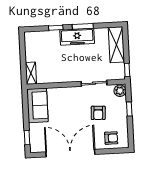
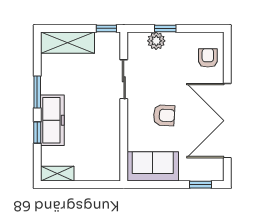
freezer: (77, 37) -> (52, 120), moved
shelving: (31, 73) -> (57, 174), moved
plant: (120, 91) -> (156, 41), moved
armchair: (98, 113) -> (164, 115), moved

